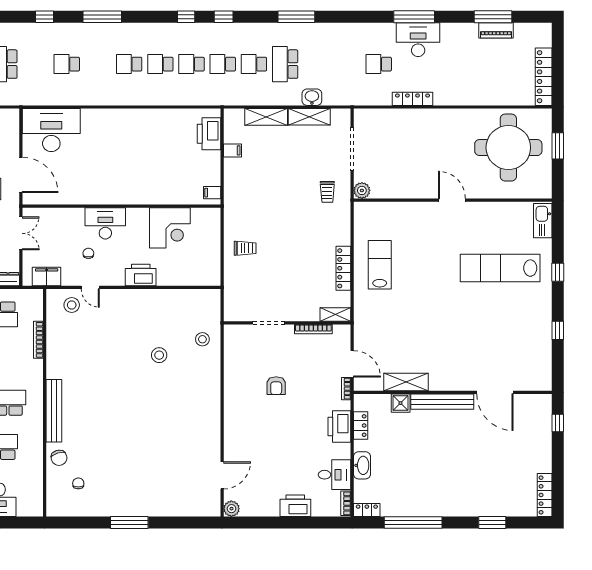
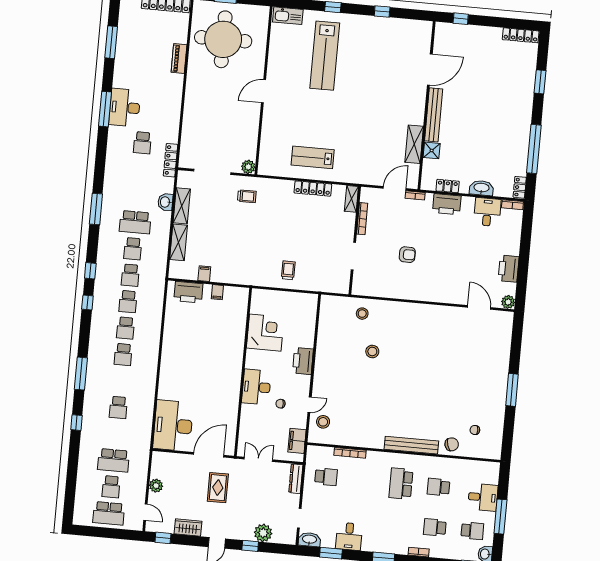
piano: (496, 30) -> (179, 59), moved, turned 180
locker: (412, 99) -> (171, 160), moved
filing cabinet: (212, 193) -> (217, 292), moved
printer: (295, 506) -> (509, 269), moved

